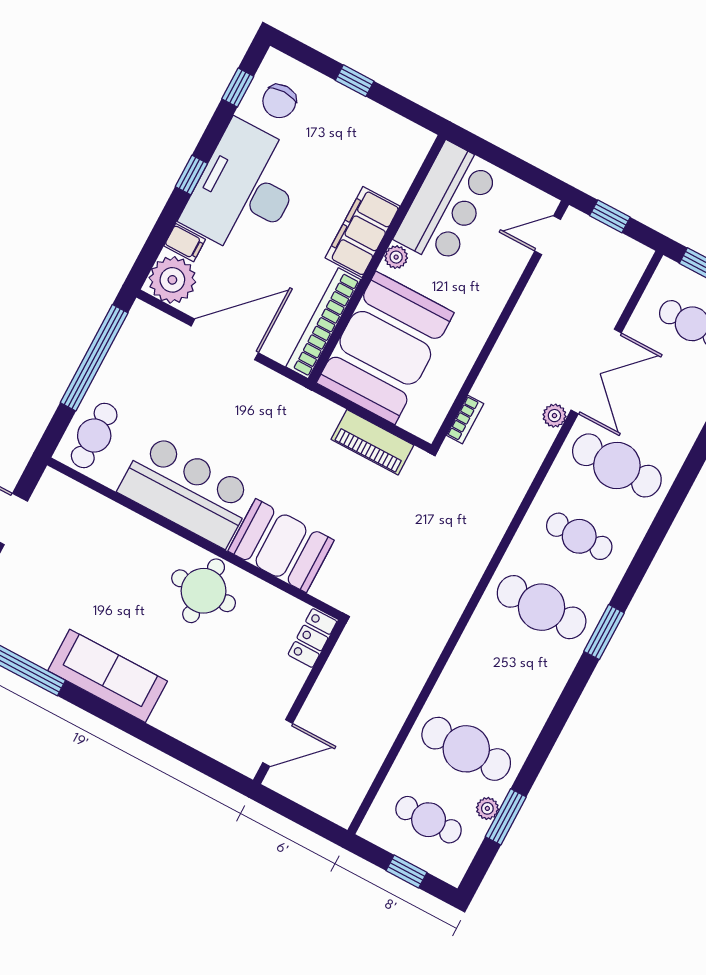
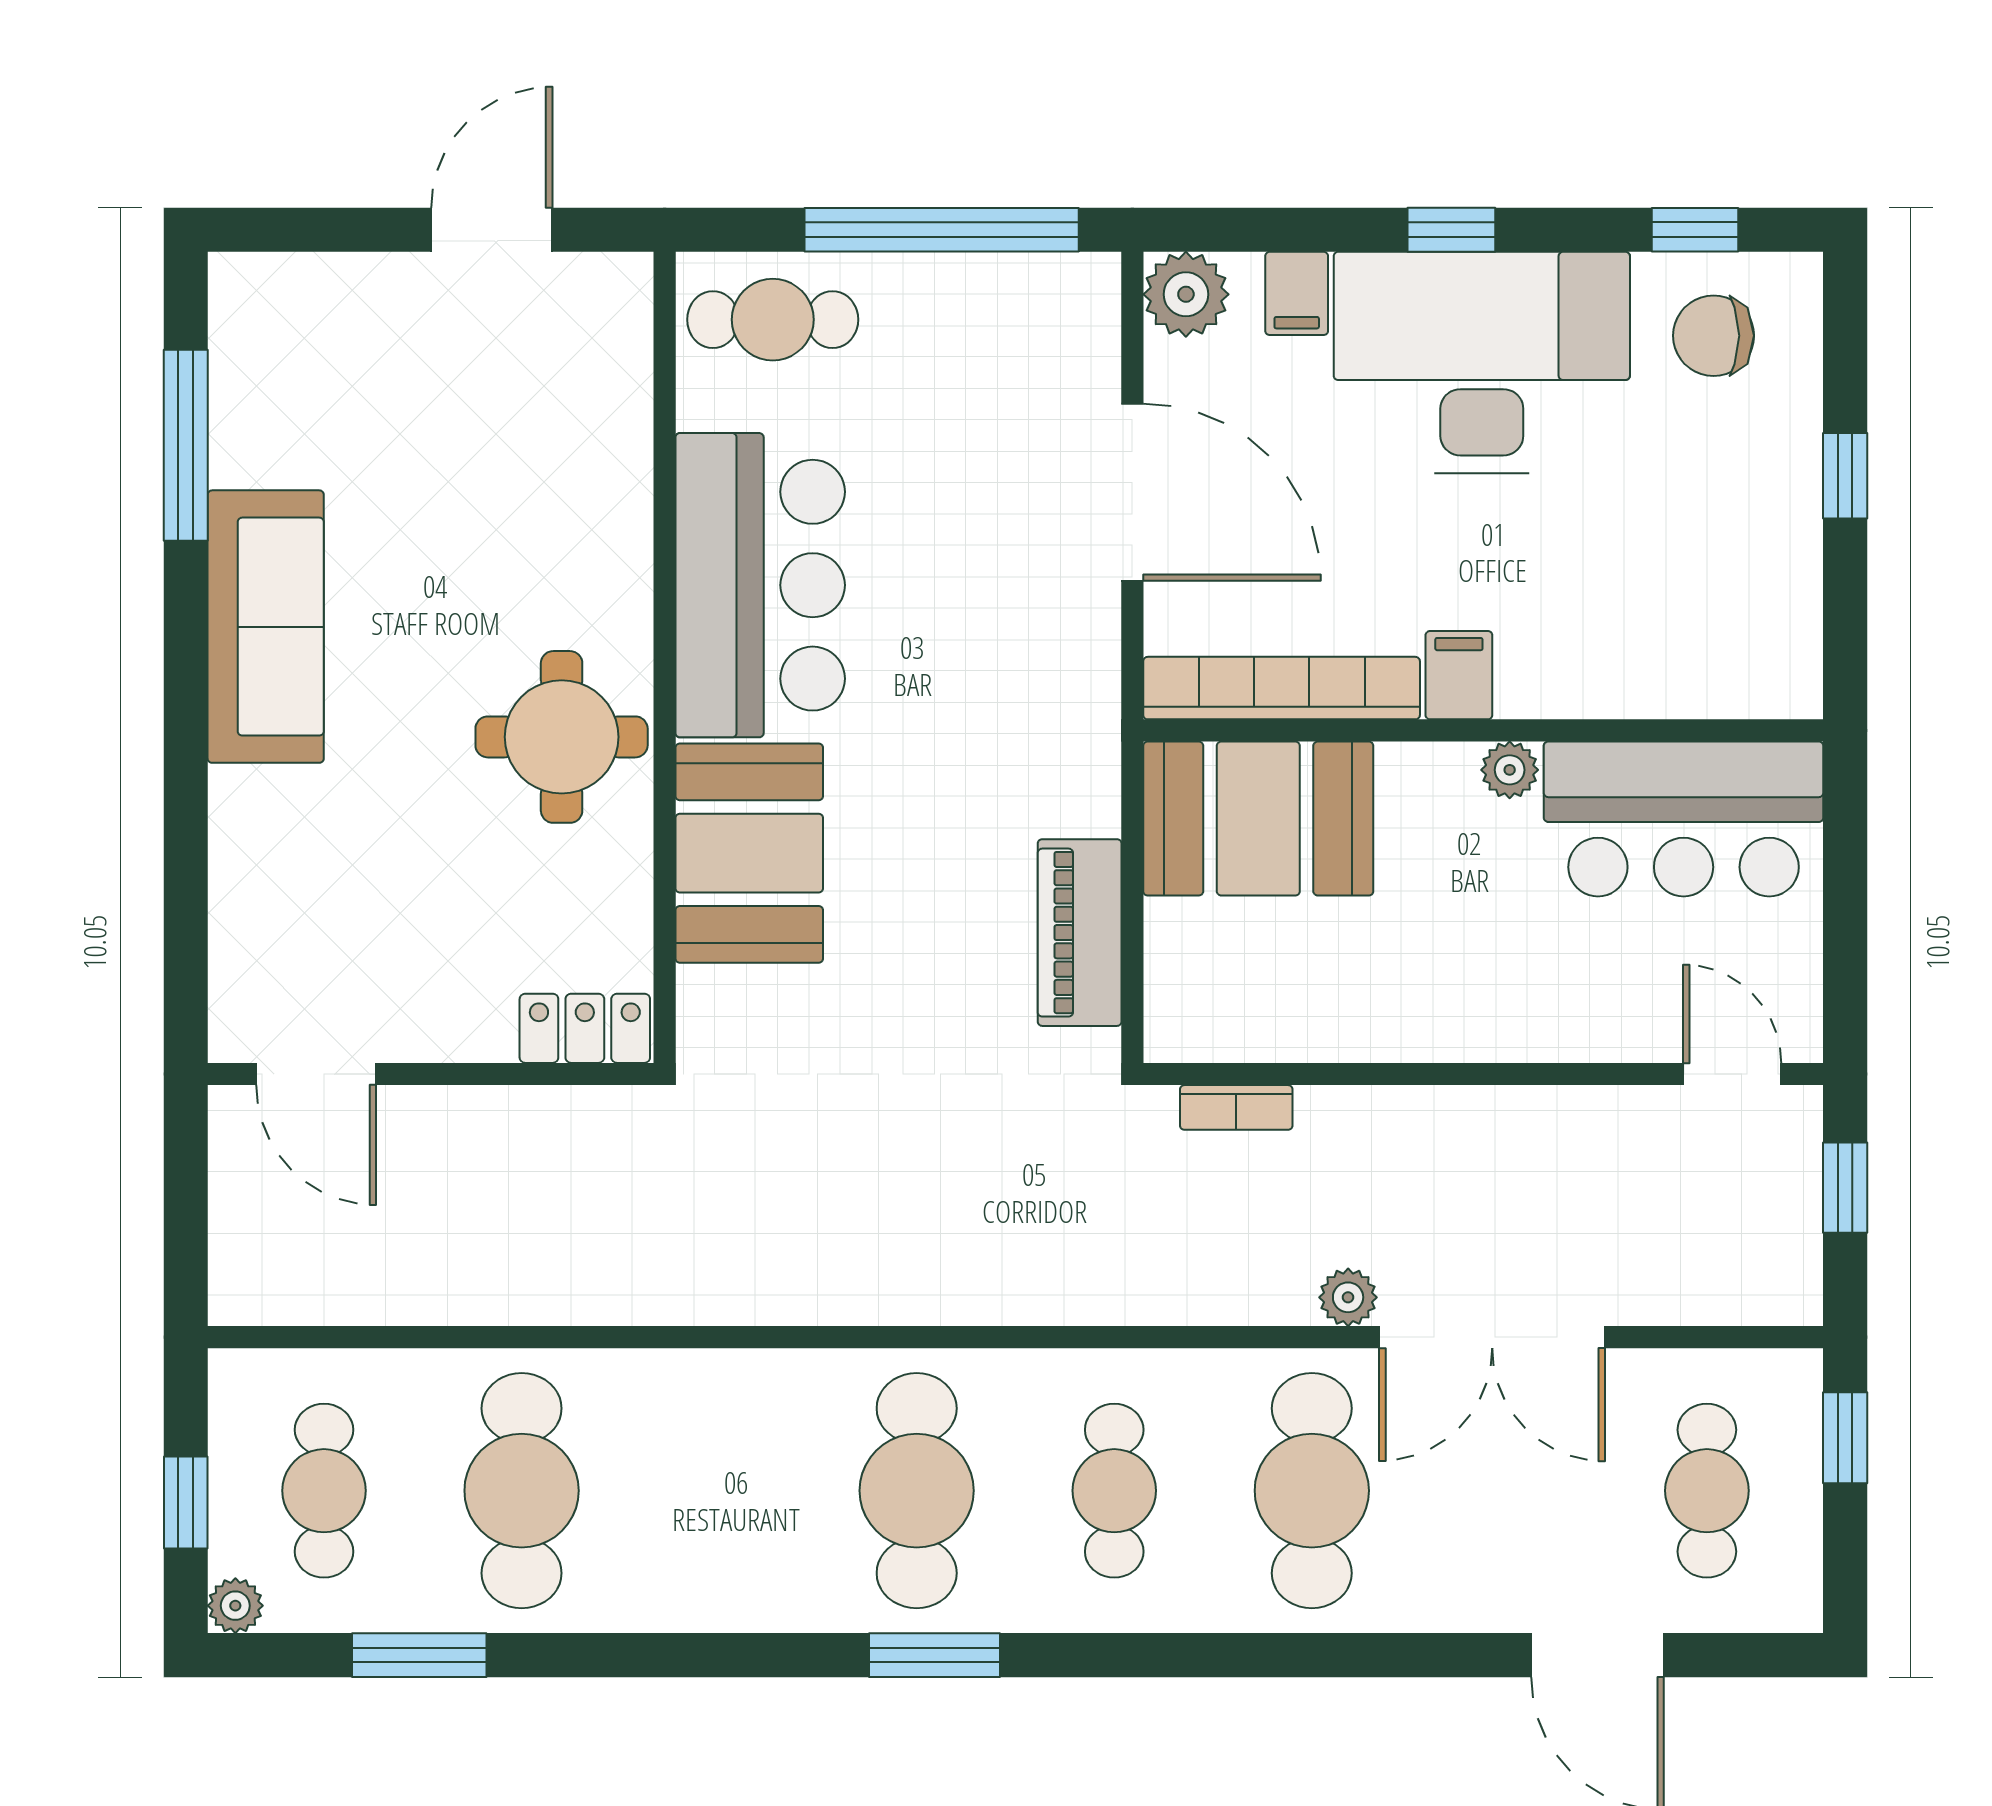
filing cabinet: (363, 232) -> (1459, 675), width x0.33, depth x0.86
plant: (172, 280) -> (1186, 294), width x0.73, depth x0.73
booth: (385, 348) -> (1258, 819), width x0.73, depth x0.70
plant: (487, 808) -> (235, 1606), moved

